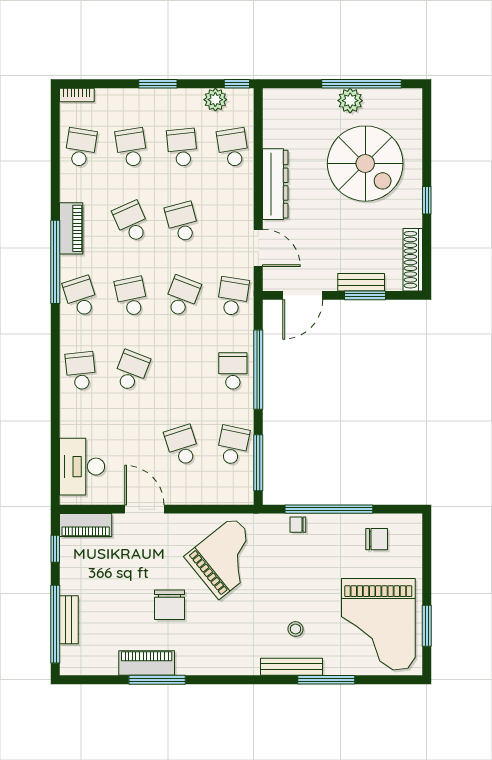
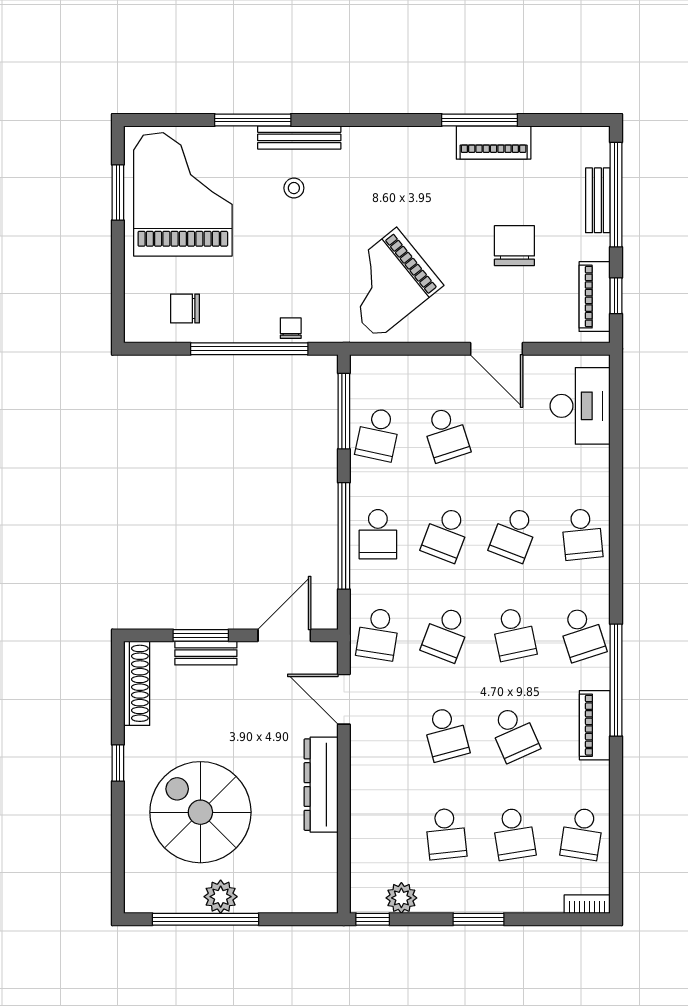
school desk: (233, 147) -> (446, 534), moved, turned 30
piano: (86, 525) -> (595, 297), moved, turned -90
chair: (298, 525) -> (291, 328), turned -90
chair: (169, 605) -> (514, 246), moved

